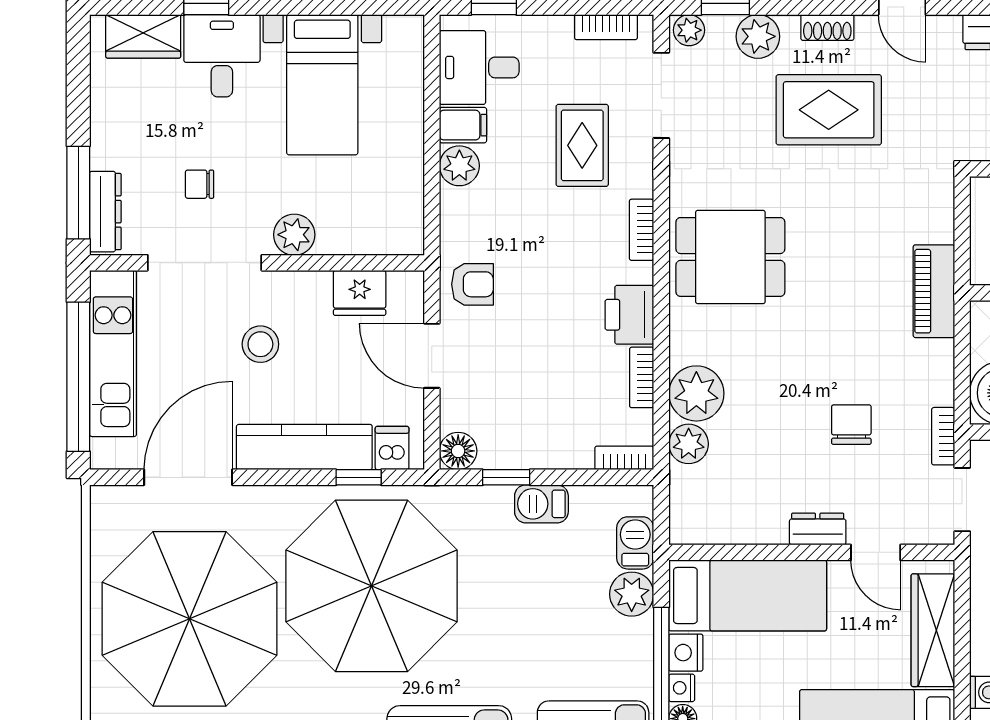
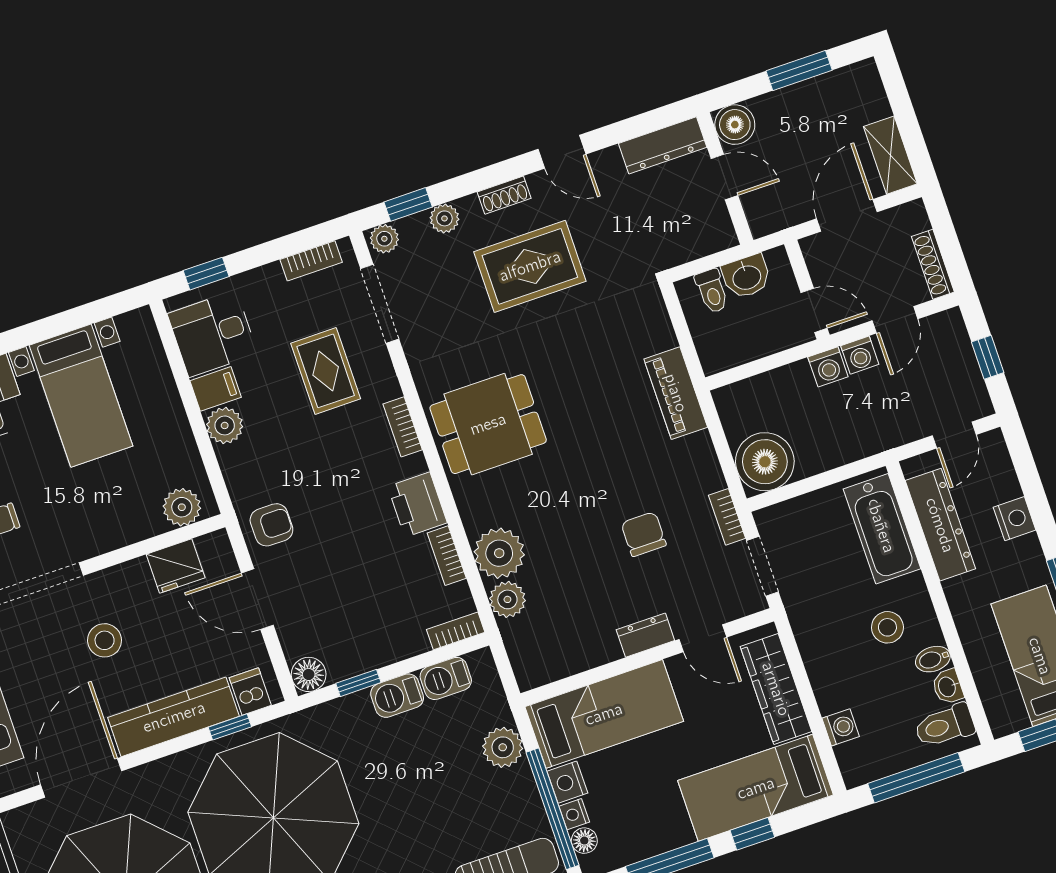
plant: (758, 36) -> (444, 218), width x0.73, depth x0.73
plant: (294, 235) -> (182, 507), moved
barbecue: (635, 543) -> (446, 678), moved, turned -90

